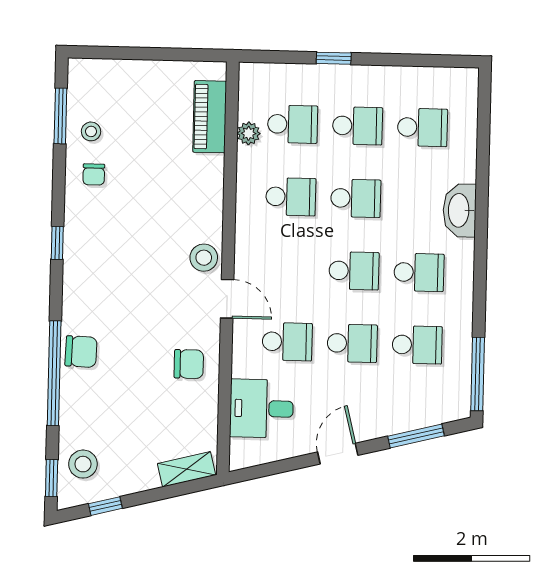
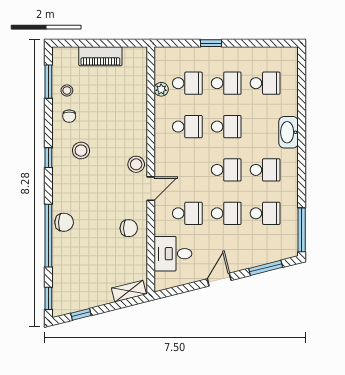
piano: (210, 117) -> (100, 56), moved, turned -90
door: (227, 299) -> (151, 189), hinge flipped
stool: (83, 464) -> (81, 151), moved

